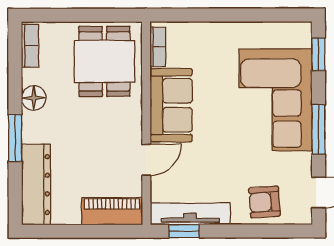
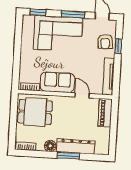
dresser: (36, 185) -> (76, 146), moved
window: (184, 231) -> (118, 46), moved

